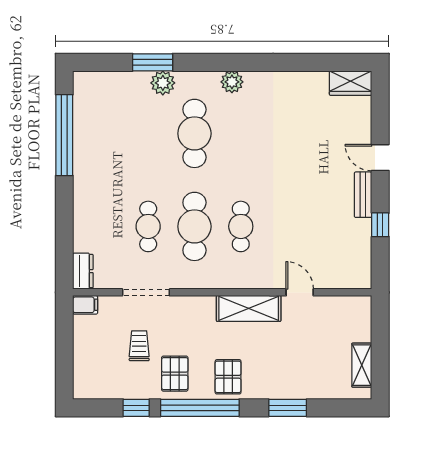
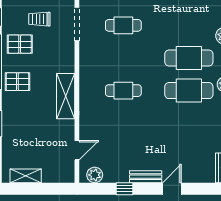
cafe table: (194, 226) -> (189, 91), moved
plant: (361, 267) -> (95, 175), added
door: (300, 292) -> (77, 150), moved
trolley: (139, 346) -> (39, 19), turned 180

